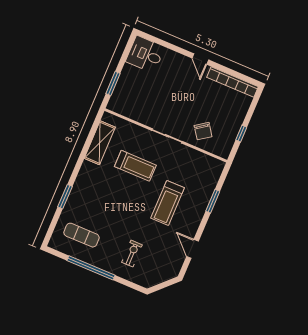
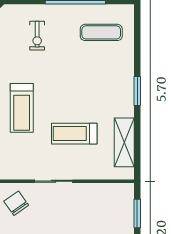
window: (65, 197) -> (137, 91), moved
treadmill: (168, 203) -> (22, 108), turned 180

